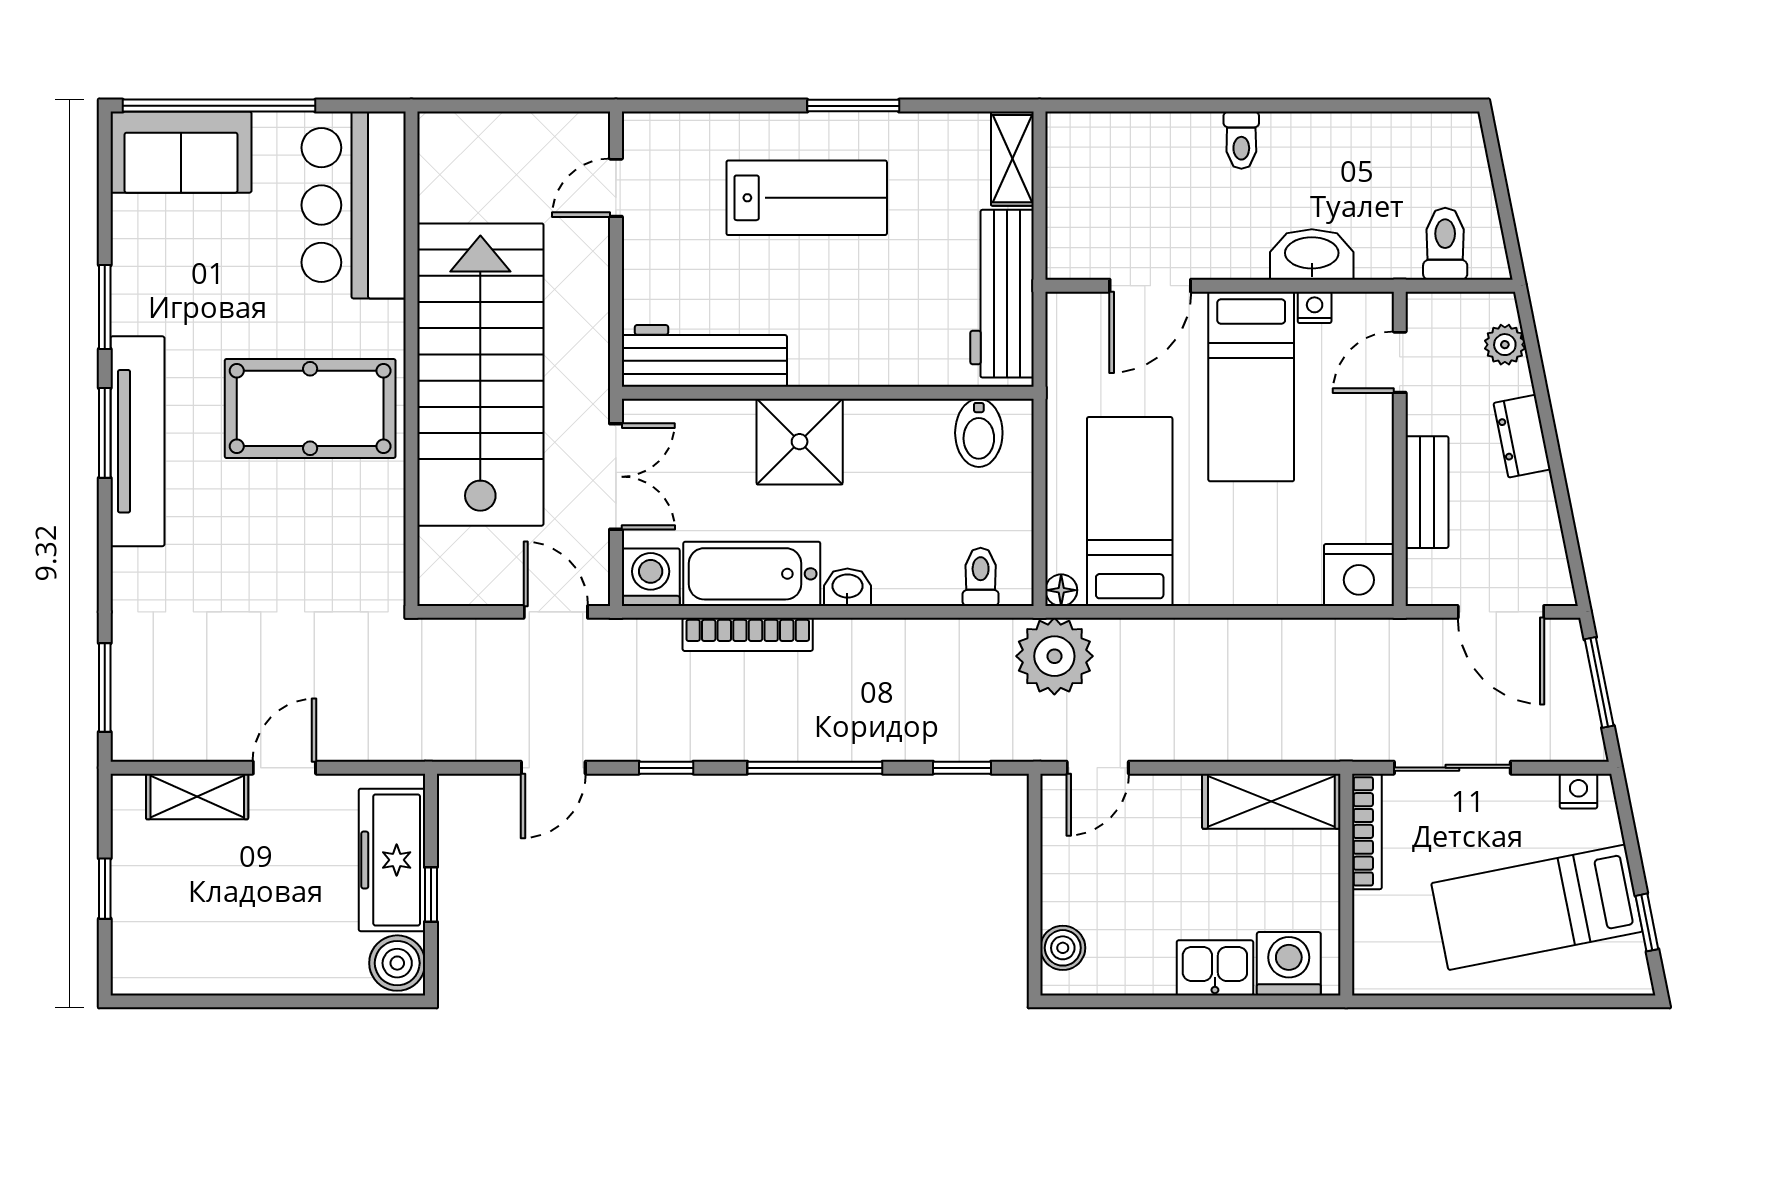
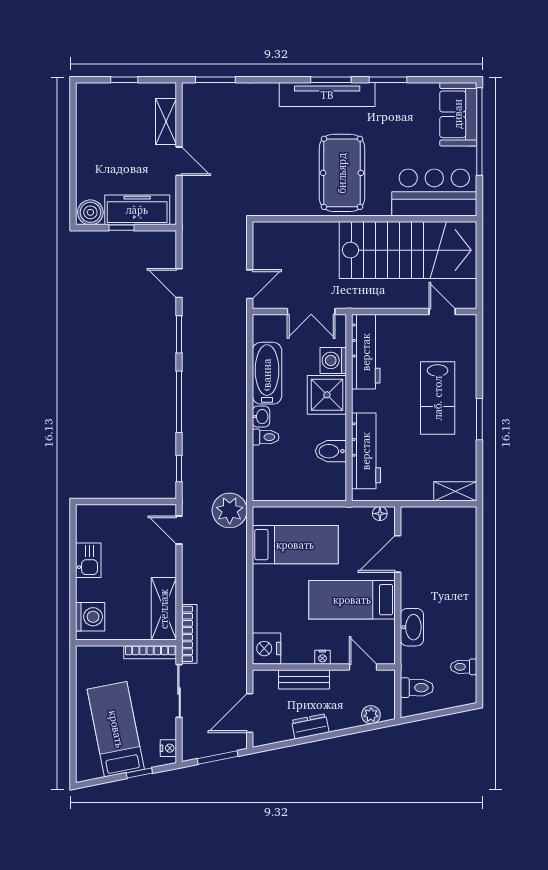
toilet: (1241, 140) -> (464, 667), moved
door: (1150, 286) -> (398, 554), hinge flipped
workbench: (1002, 294) -> (366, 451), moved, turned 90
nightstand: (1315, 307) -> (322, 657), moved, turned 90
stairs: (480, 375) -> (408, 250), moved
bidet: (979, 433) -> (331, 451), moved
dresser: (1522, 436) -> (310, 726), moved
washing machine: (651, 577) -> (333, 360), moved, turned 180
toilet: (981, 577) -> (266, 437), moved
floor lamp: (1061, 590) -> (380, 514), moved
bookcase: (748, 634) -> (189, 634), moved, turned 180
window: (666, 768) -> (179, 334), width x1.50
window: (1647, 922) -> (139, 773), moved
boiler: (1063, 948) -> (97, 514), removed
kitchen sink: (1215, 968) -> (88, 560), moved

